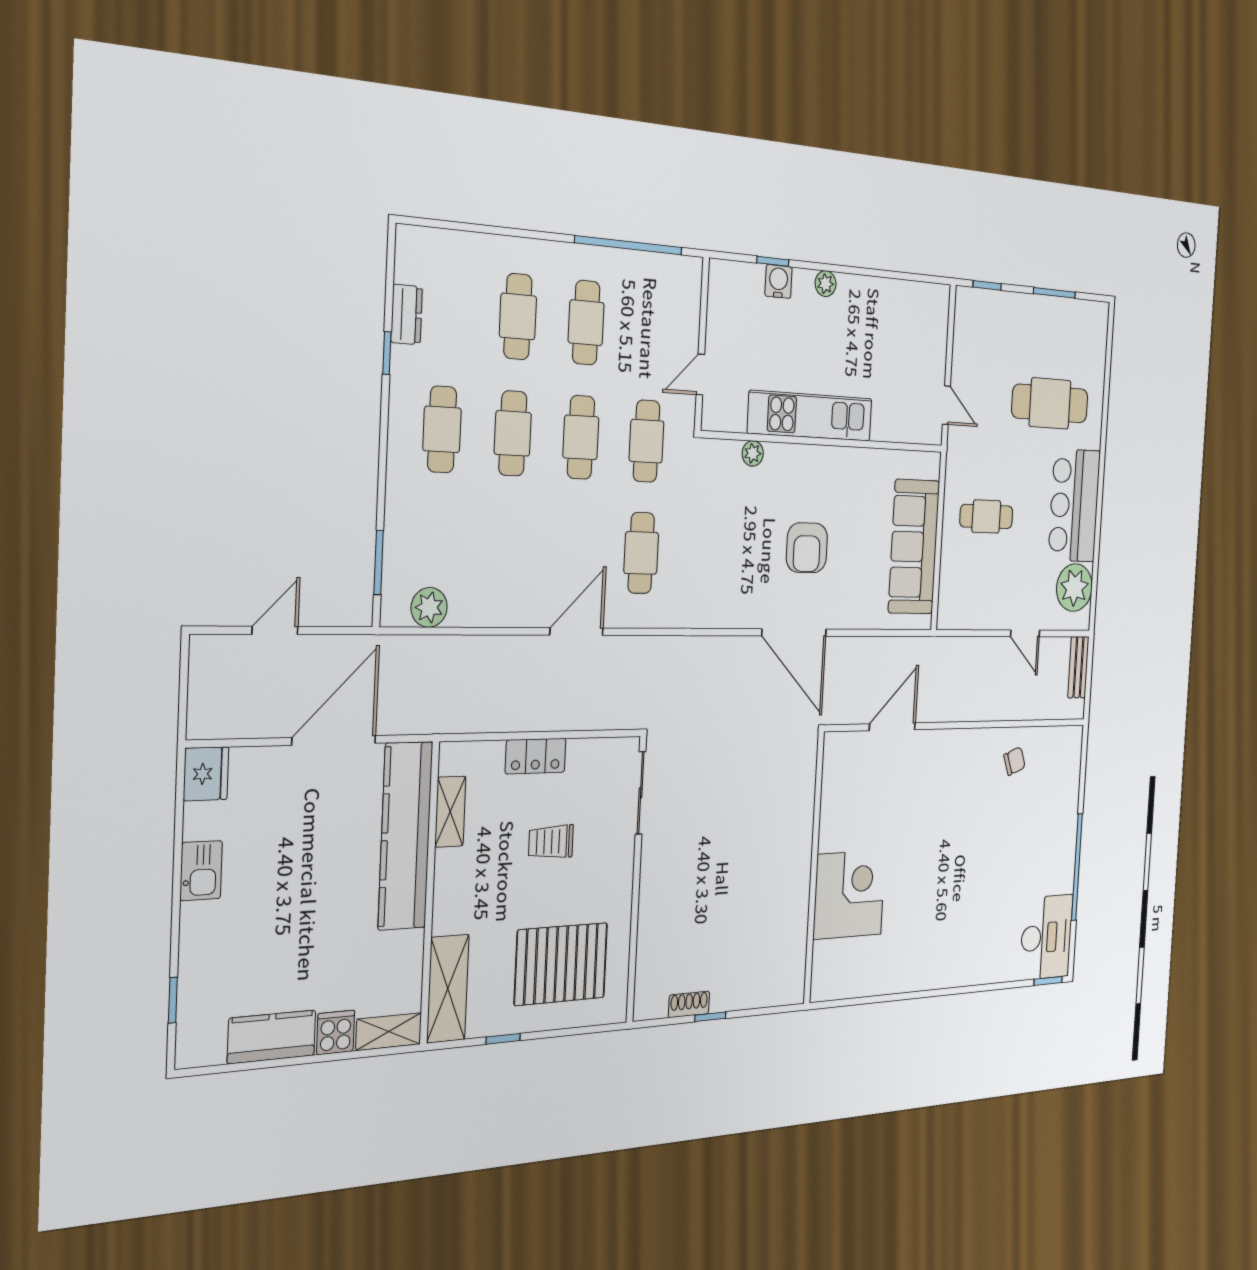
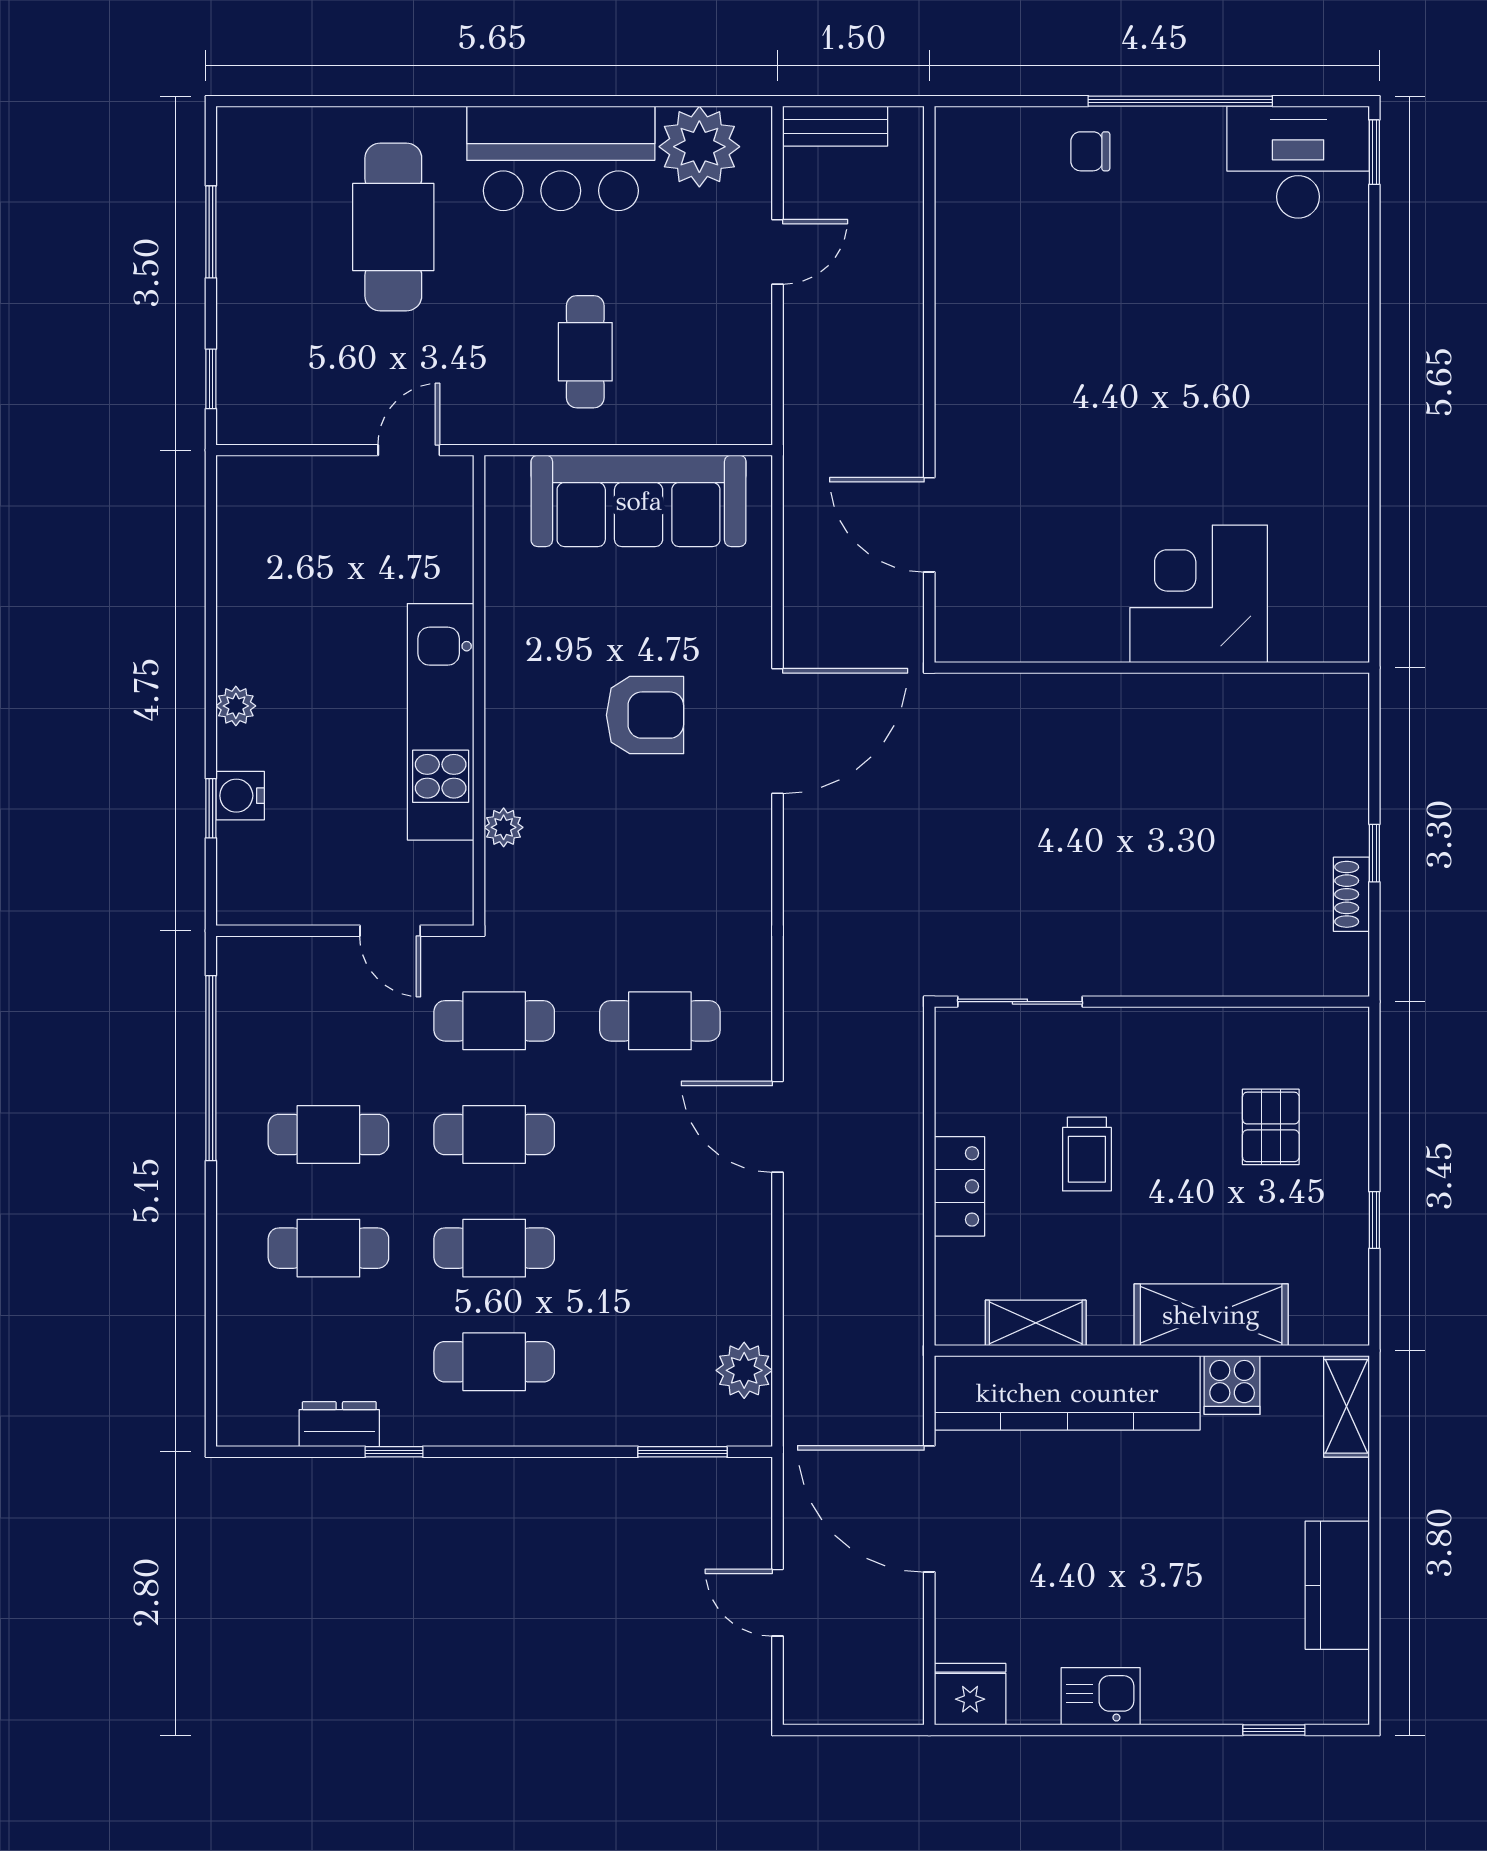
chair: (1015, 761) -> (1090, 151), moved, turned -70
pallet: (561, 964) -> (1271, 1127), width x0.49, depth x0.50
shelving: (448, 989) -> (1211, 1315), moved
cooker: (336, 1032) -> (1232, 1385), moved, turned -90

